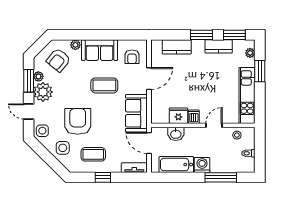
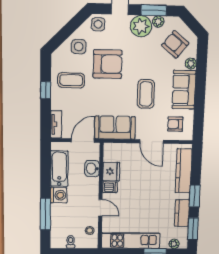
kitchen counter: (177, 47) -> (184, 171), width x1.50
coffee table: (93, 154) -> (71, 80), turned 90

